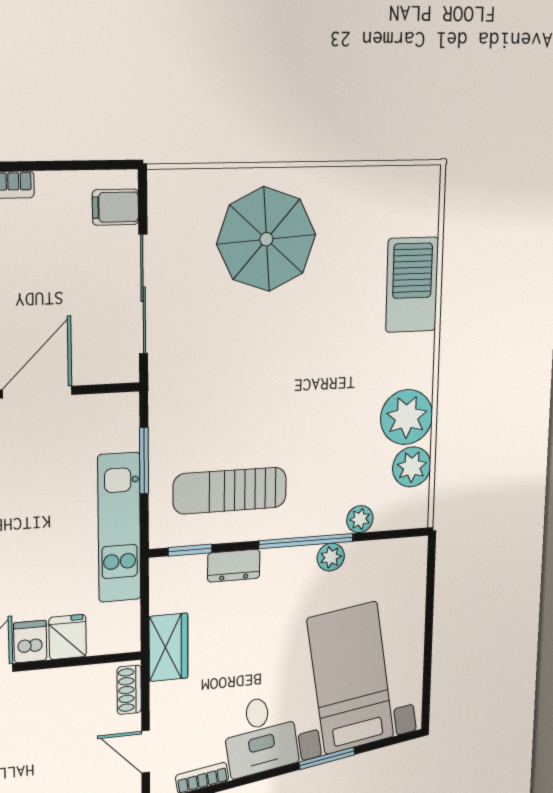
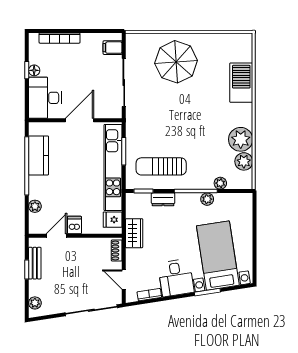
kitchen unit: (119, 528) -> (113, 168), width x1.36
fridge: (68, 637) -> (113, 220), moved, turned -90

